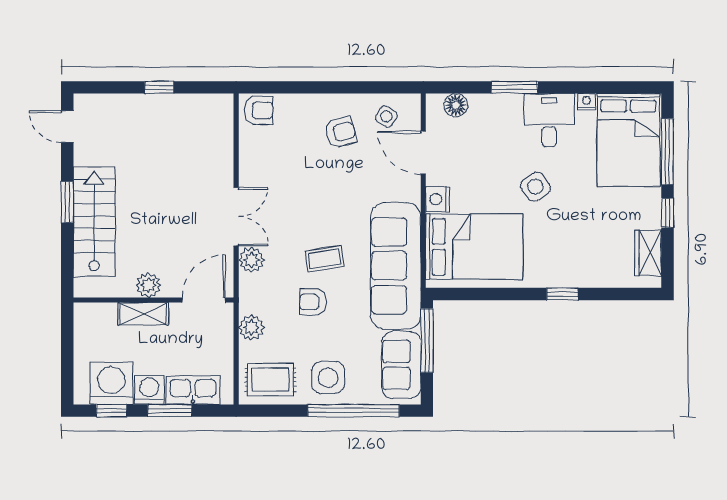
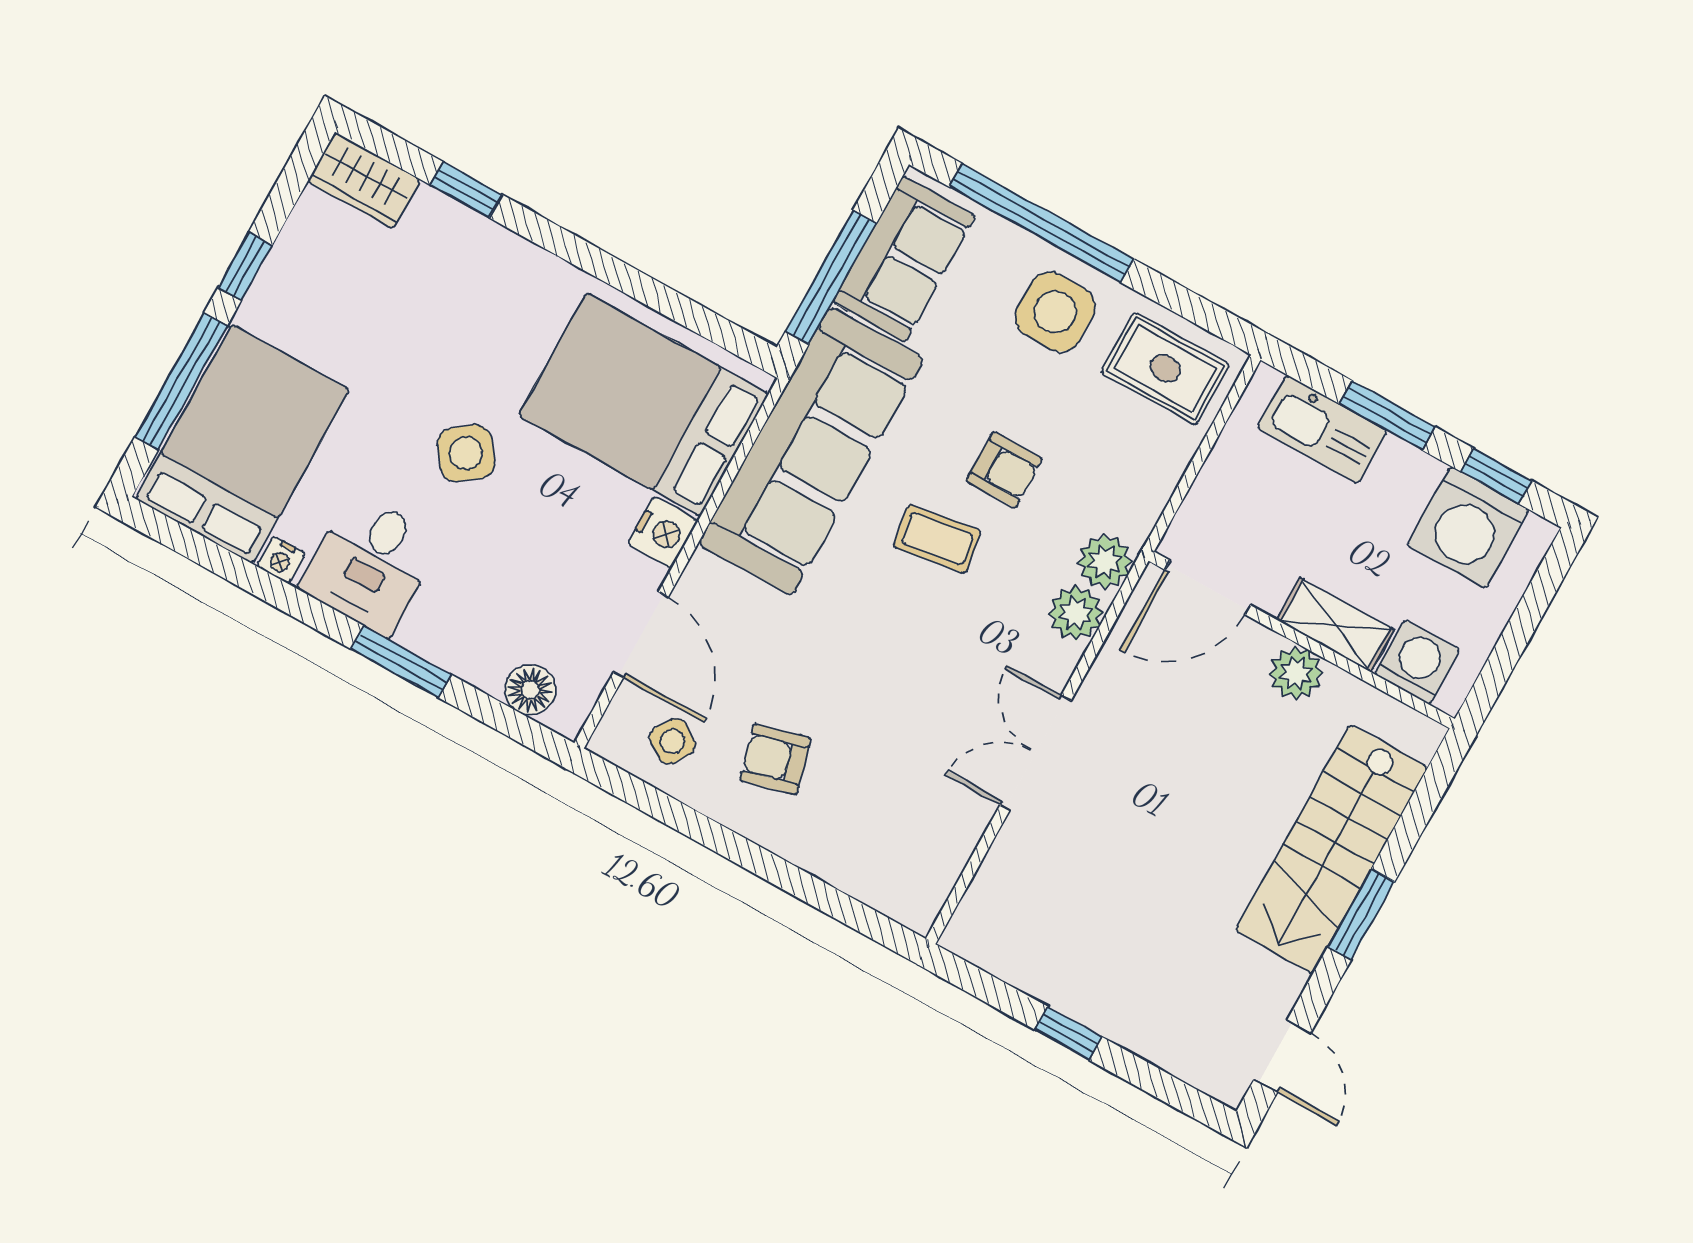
armchair: (258, 110) -> (906, 886), removed
double door: (236, 217) -> (1036, 753), moved
wardrobe: (648, 253) -> (364, 180), moved, turned 90
window: (562, 294) -> (466, 190), moved
plant: (251, 328) -> (1105, 562), moved
washing machine: (149, 390) -> (1417, 662), moved, turned 180

